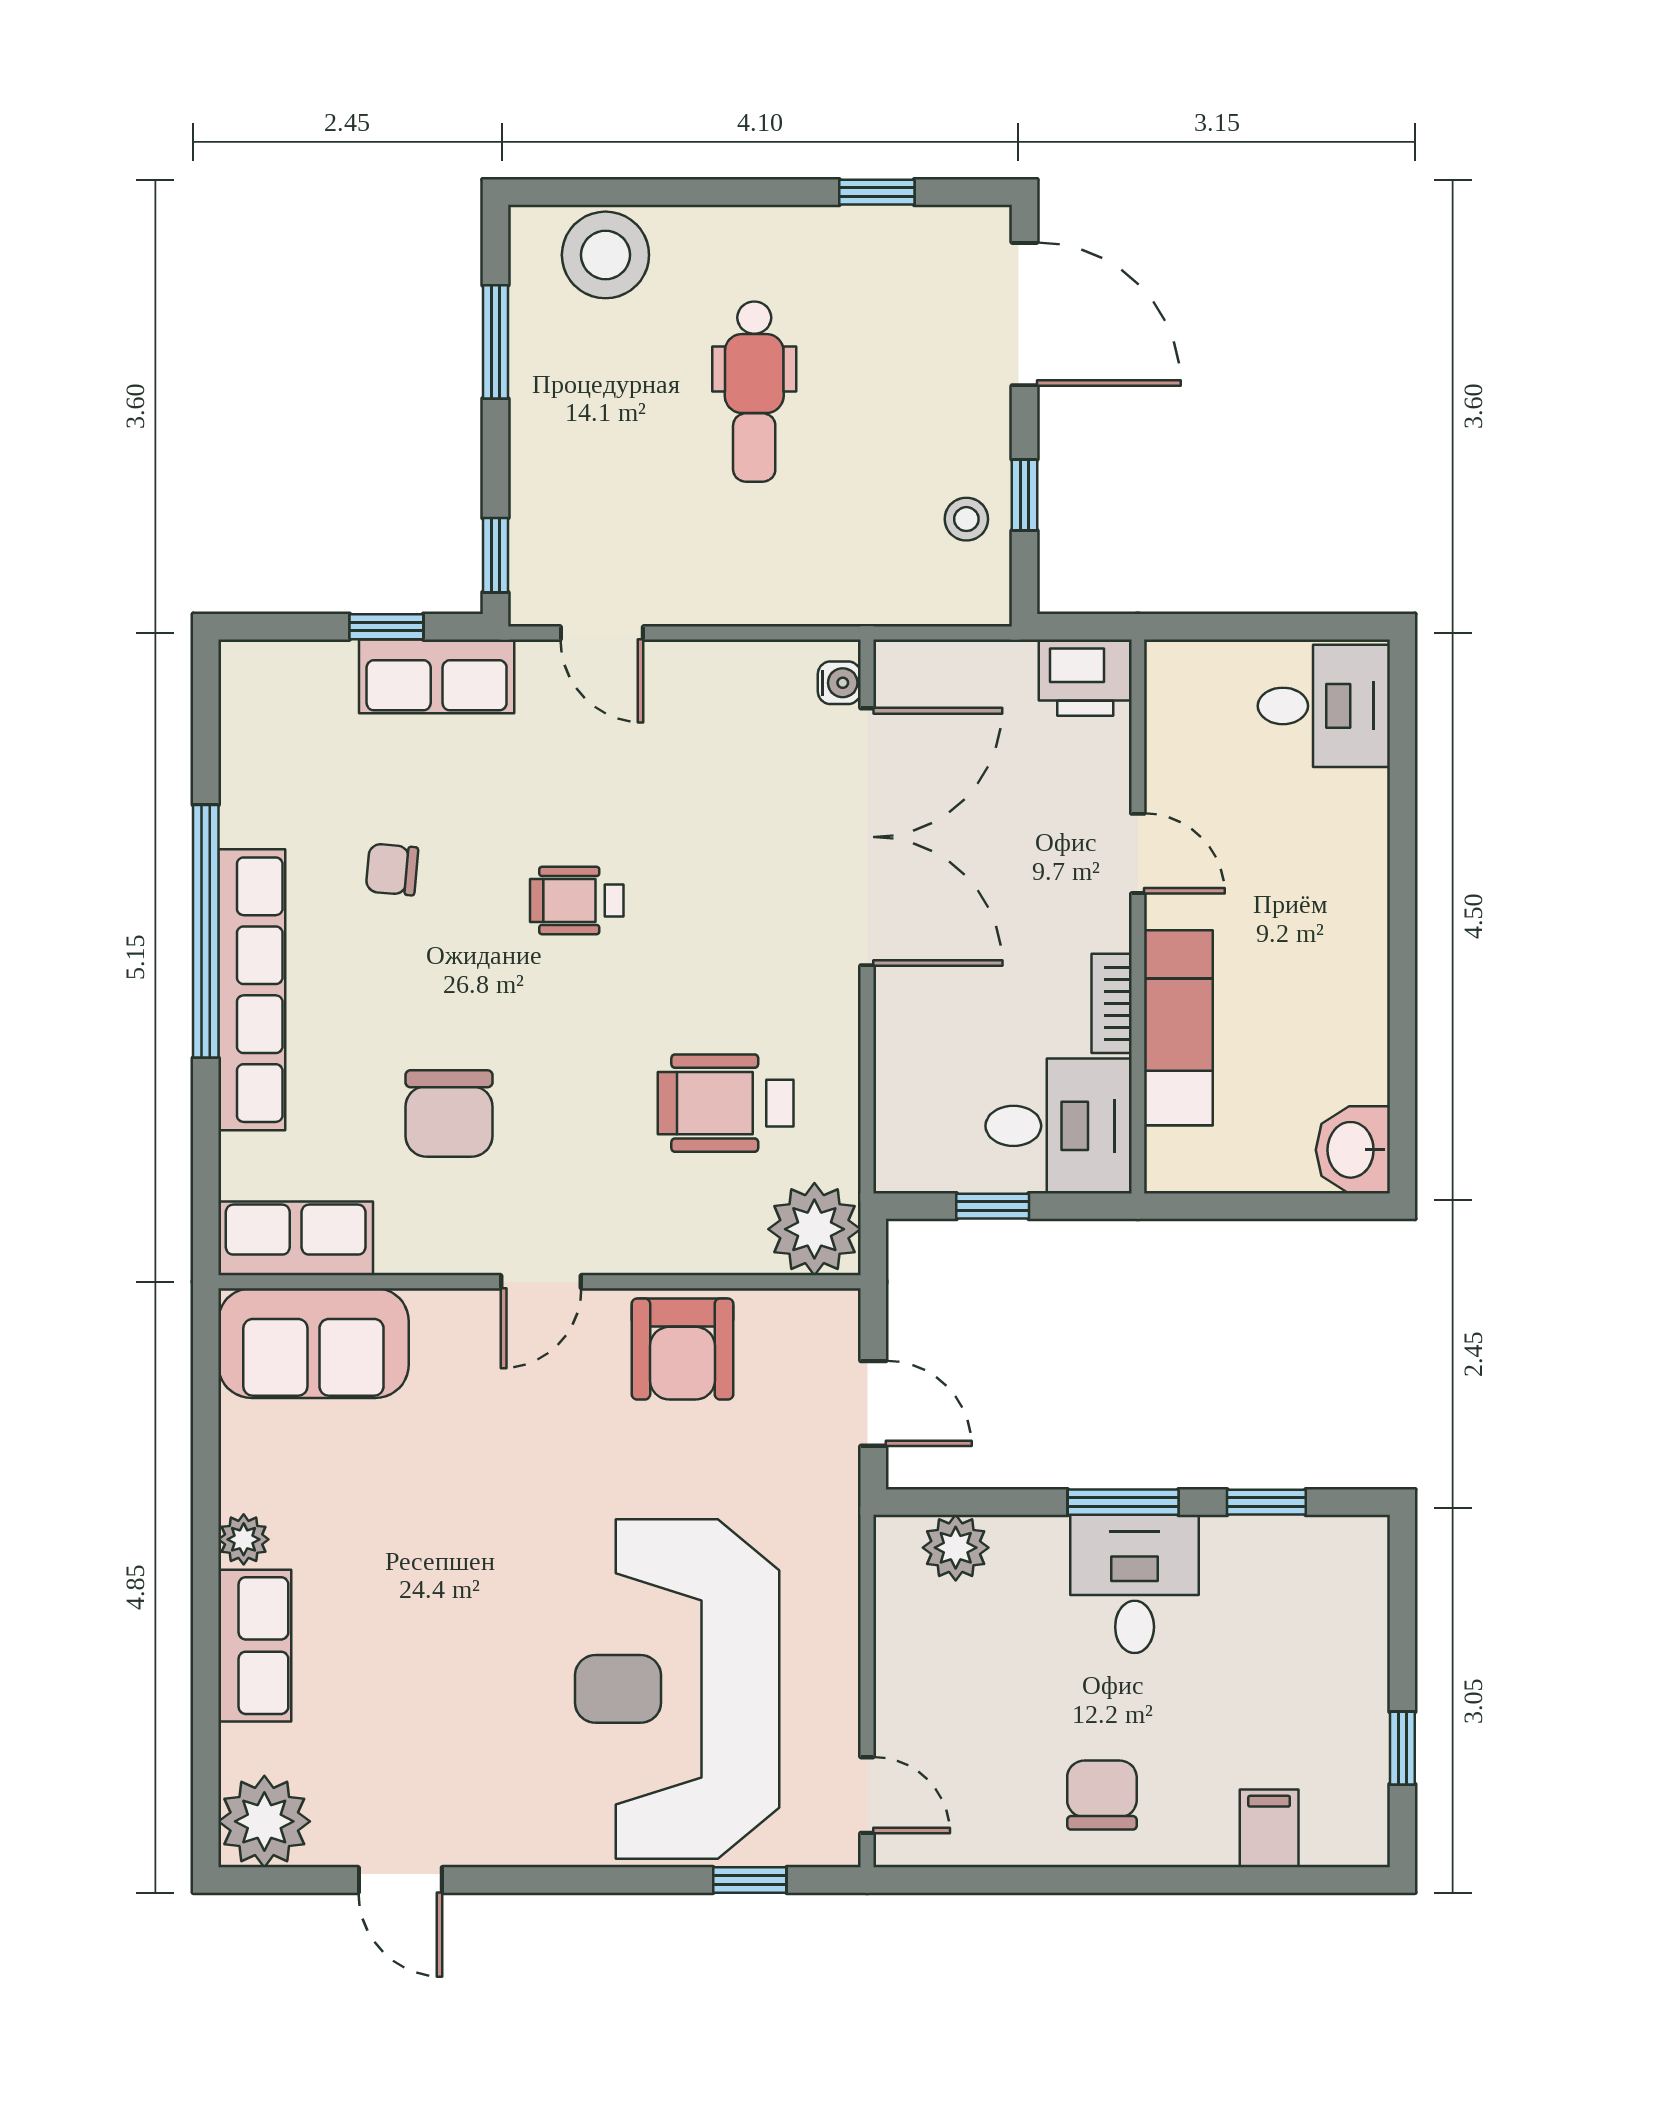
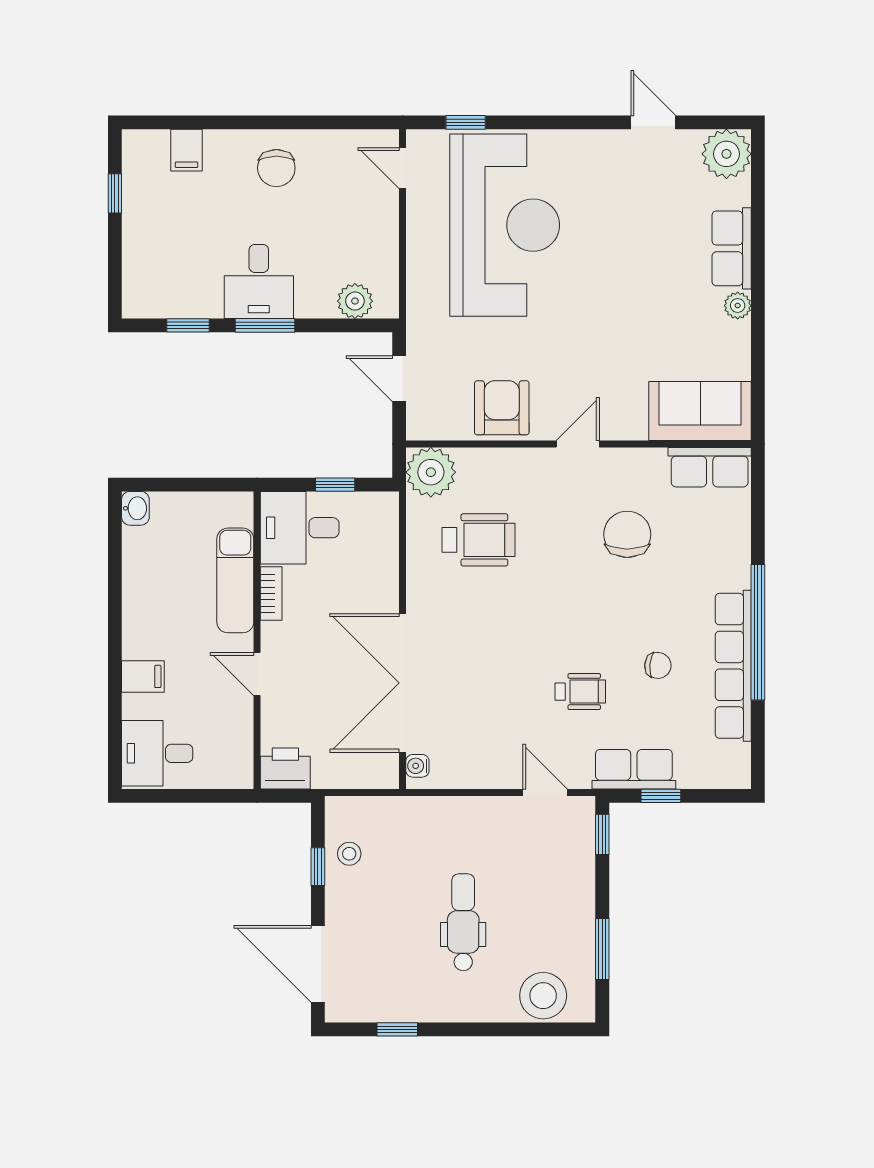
filing cabinet: (1350, 849) -> (143, 676), added
wheelchair: (577, 901) -> (580, 692), moved
row of seats: (252, 990) -> (733, 666), moved
washbasin: (1353, 1150) -> (135, 508), width x0.72, depth x0.69

